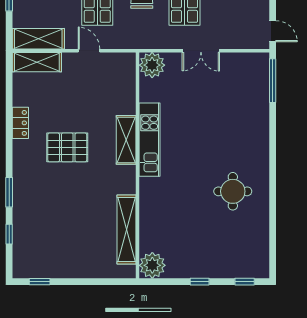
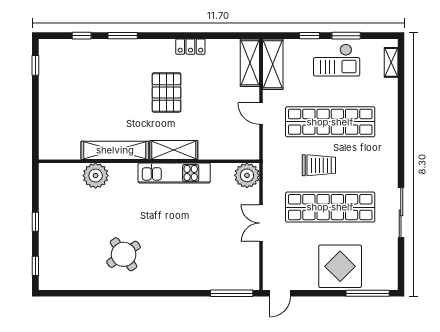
door: (89, 51) -> (261, 114), swing flipped
round table: (233, 191) -> (124, 254), turned -35
shelving: (127, 230) -> (115, 150), moved
plant: (152, 265) -> (96, 176), moved

